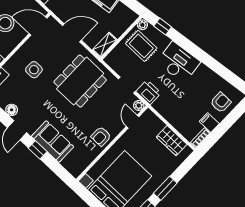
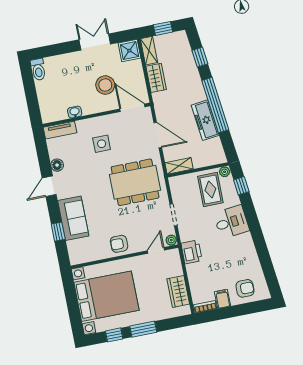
desk: (178, 62) -> (231, 222), width x0.73
printer: (149, 92) -> (192, 252), moved
window: (38, 150) -> (58, 232), moved

